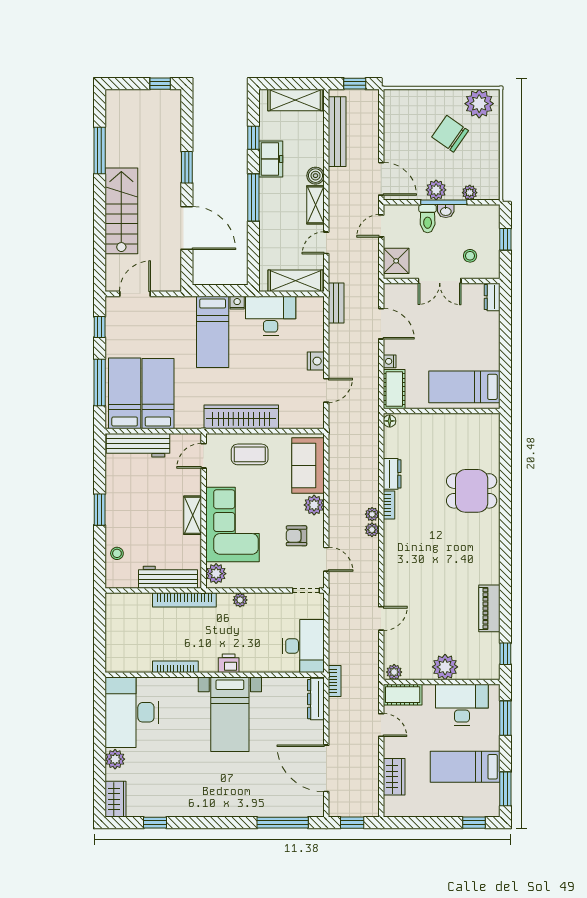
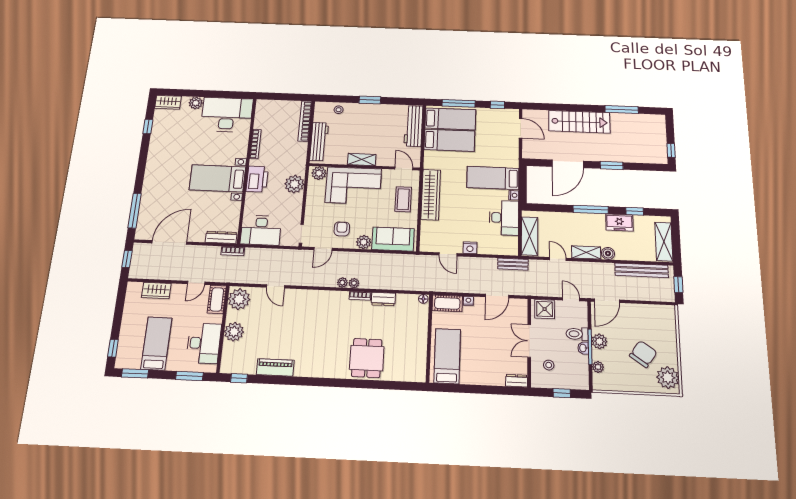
bookcase: (184, 600) -> (305, 121), moved
plant: (240, 600) -> (294, 184), width x1.88, depth x1.88
printer: (229, 663) -> (257, 179), width x1.87, depth x1.48
plant: (394, 672) -> (239, 299), width x1.87, depth x1.87

